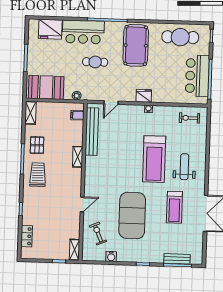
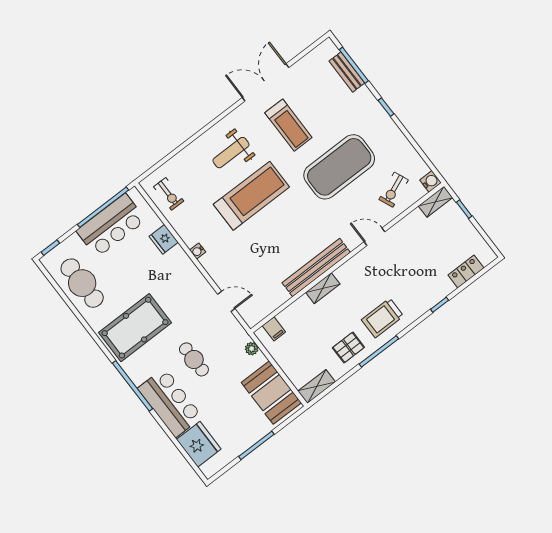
fridge: (144, 96) -> (164, 239), moved
bench: (92, 132) -> (316, 268), moved
treadmill: (174, 207) -> (288, 125), turned 90
water cooler: (111, 256) -> (430, 181), moved

